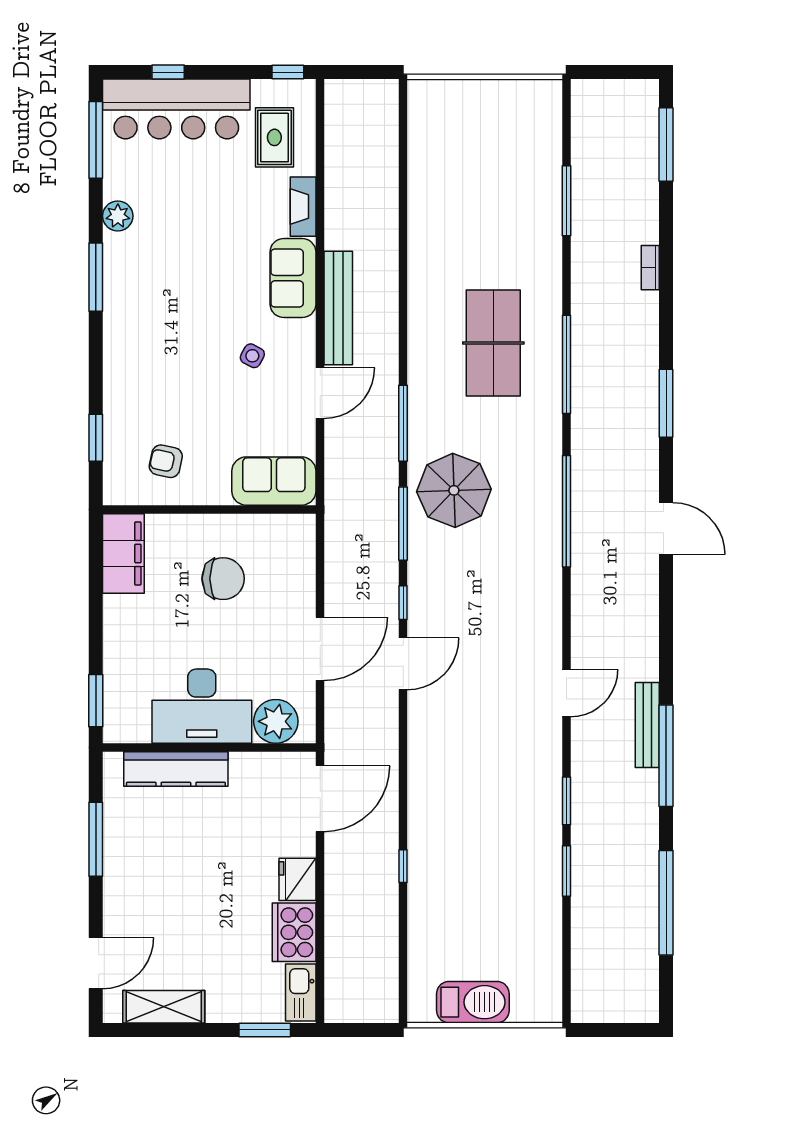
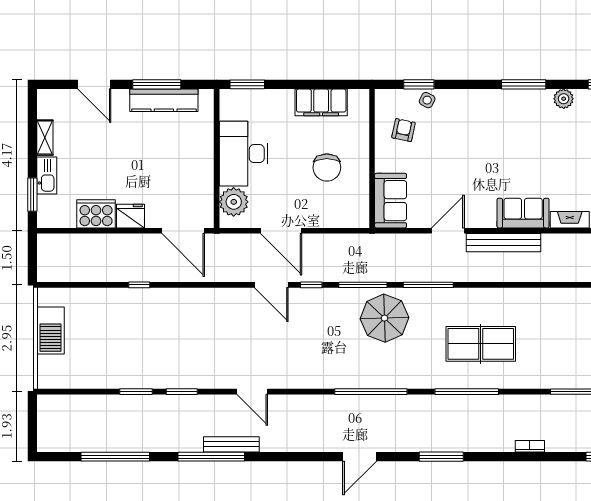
side table: (252, 356) -> (427, 100), moved
door: (320, 393) -> (448, 231), swing flipped
filing cabinet: (123, 554) -> (321, 102), moved
kitchen counter: (176, 769) -> (164, 100), moved, turned -90
door: (96, 963) -> (94, 84), moved
kitchen sink: (301, 993) -> (47, 176), moved, turned 90
shelving: (164, 1007) -> (45, 138), width x0.67, depth x0.75

